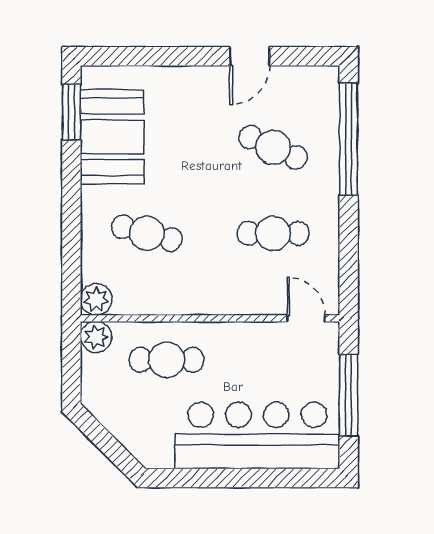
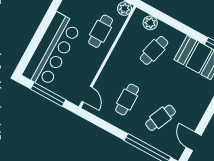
door: (250, 56) -> (194, 141), moved
plant: (96, 299) -> (150, 23), moved
door: (306, 318) -> (87, 94), hinge flipped

